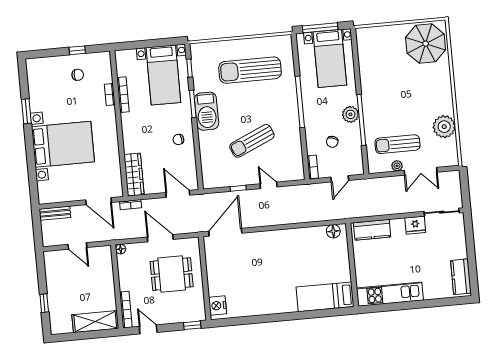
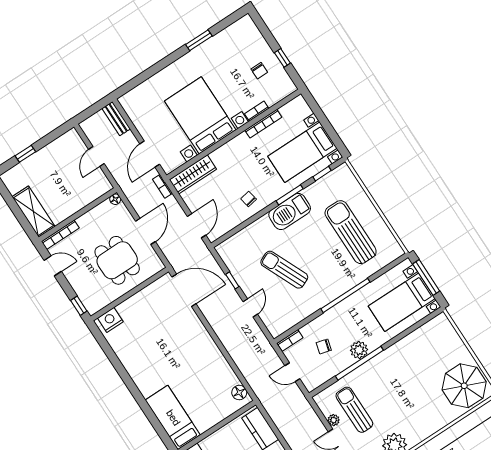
bed with nightstands: (63, 144) -> (200, 115), moved, turned 180
door: (148, 329) -> (53, 266), hinge flipped

